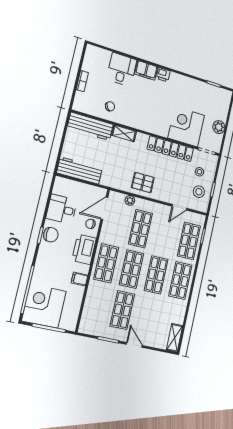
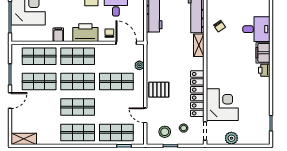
pallet: (143, 183) -> (159, 90), moved, turned 90
shop shelf: (97, 305) -> (39, 56), added

